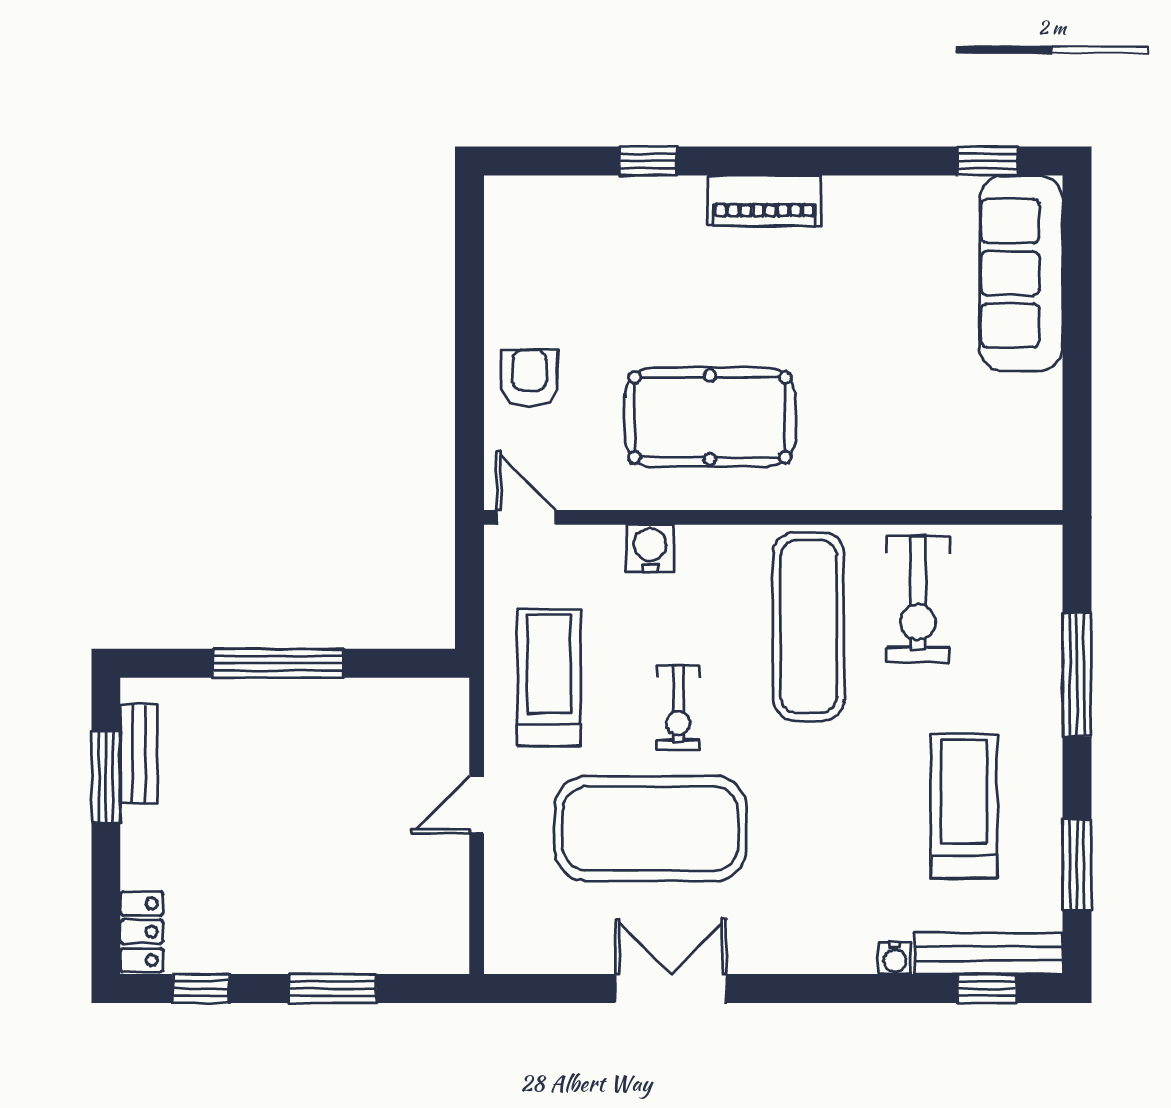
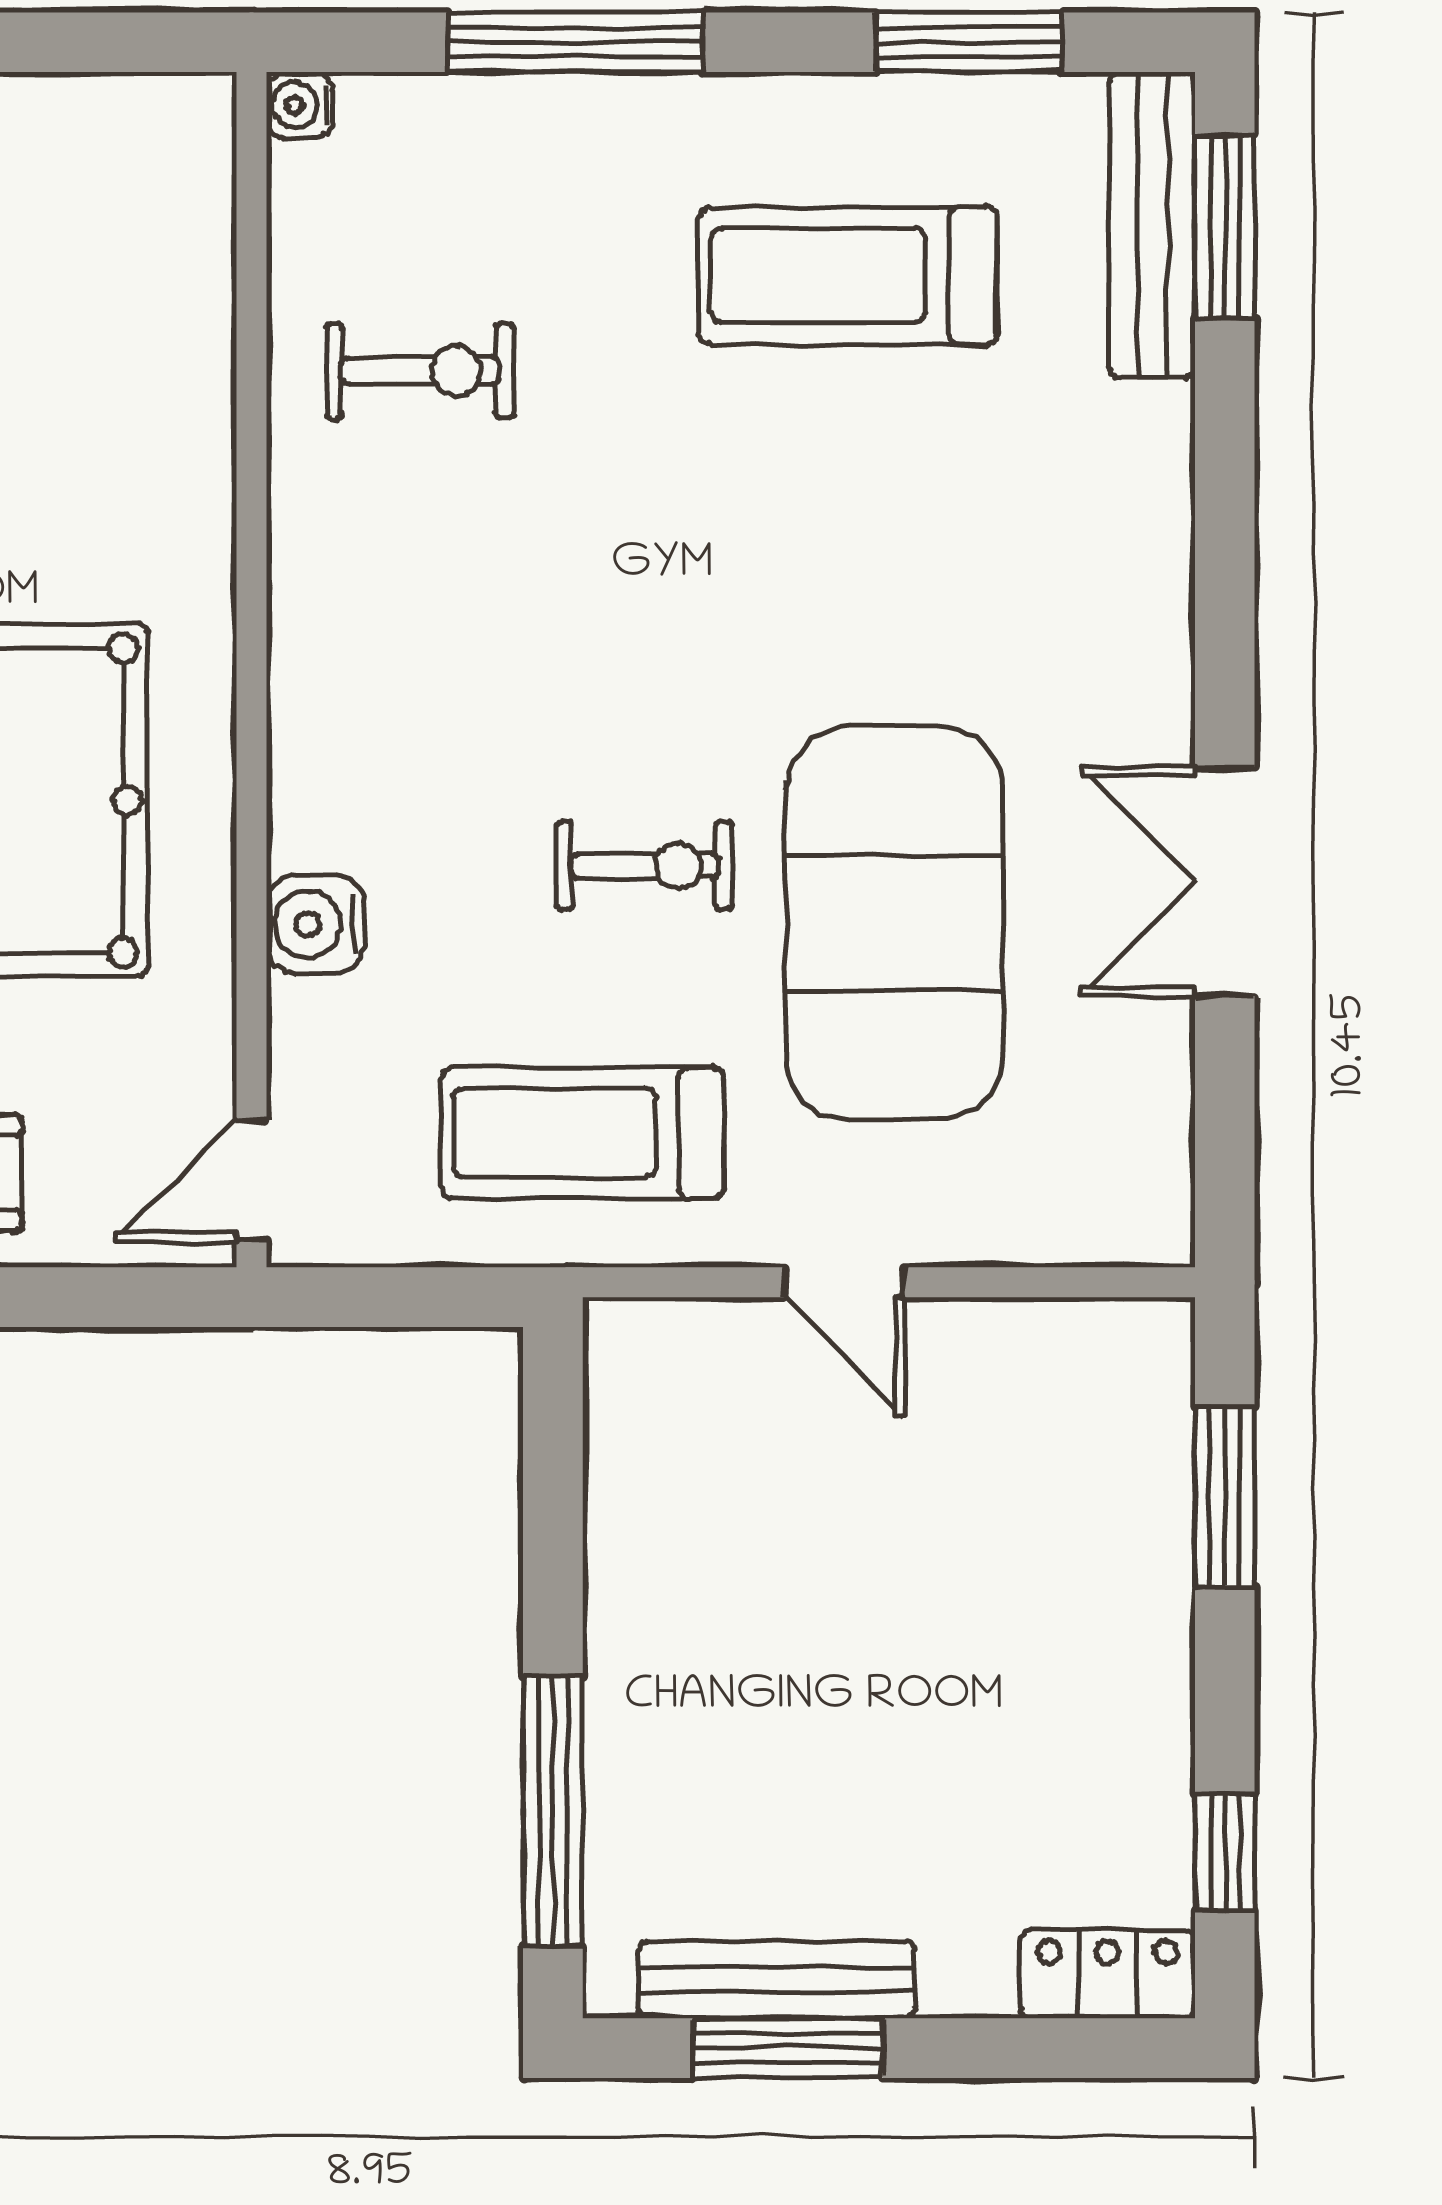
exercise bike: (918, 599) -> (420, 371), width x0.73, depth x0.72
exercise mat: (809, 626) -> (477, 597), removed
window: (278, 663) -> (553, 1811), moved
bench: (139, 754) -> (777, 1980), width x1.36
water cooler: (895, 958) -> (300, 105), moved, turned 180
window: (333, 989) -> (1225, 1497), moved
window: (987, 989) -> (1225, 227), width x1.50

